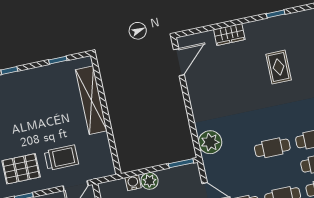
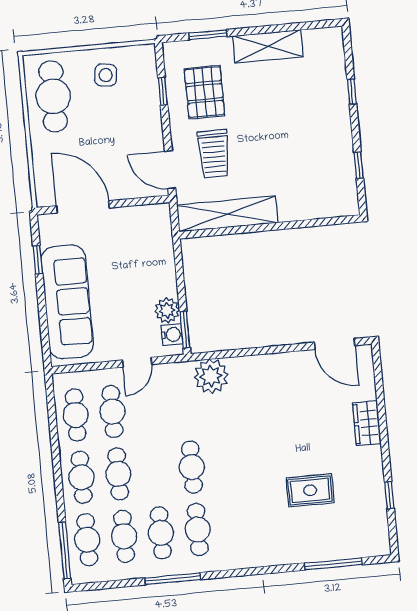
shelving: (91, 100) -> (227, 214), moved
plant: (149, 181) -> (167, 310), moved
water cooler: (133, 183) -> (172, 335), moved

